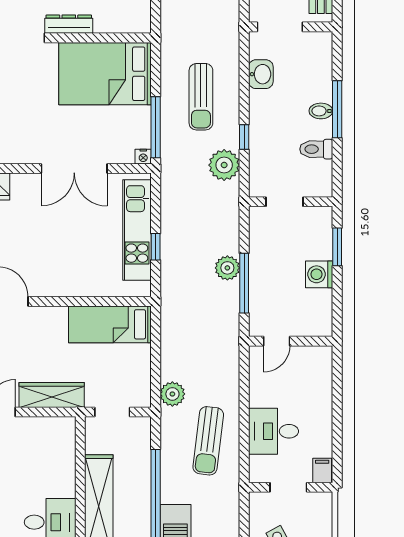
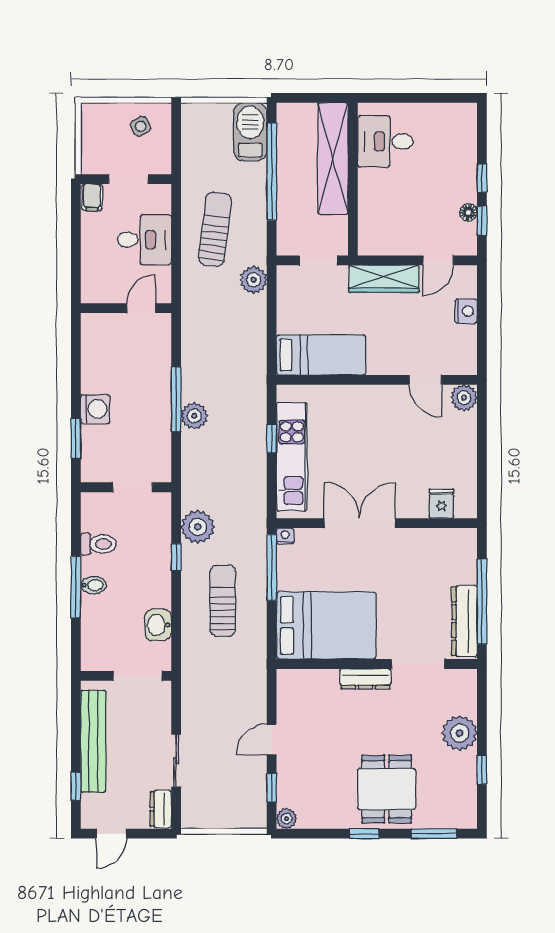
door: (277, 341) -> (141, 308), moved
wall: (291, 341) -> (126, 308), moved

